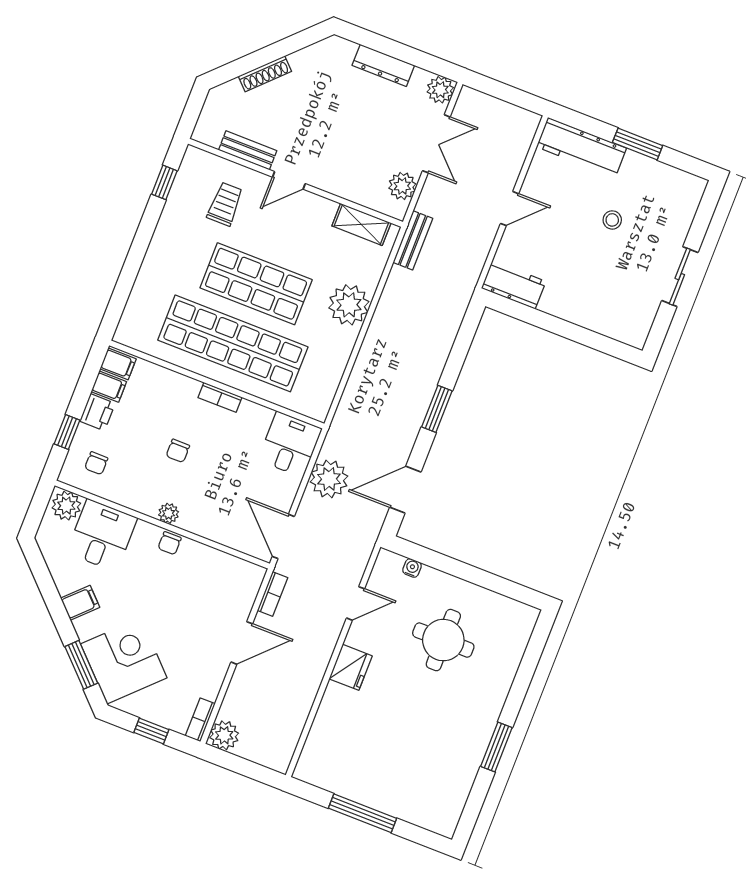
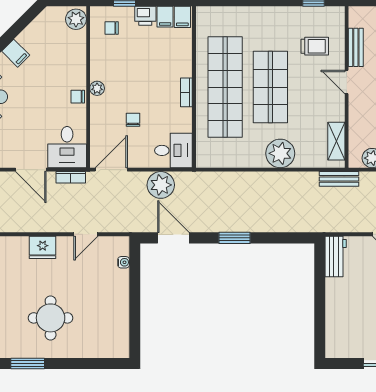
chair: (178, 451) -> (133, 120), moved, turned 90
desk: (102, 535) -> (67, 147), moved, turned 90
door: (356, 603) -> (86, 234), hinge flipped
round table: (443, 640) -> (51, 318), moved

